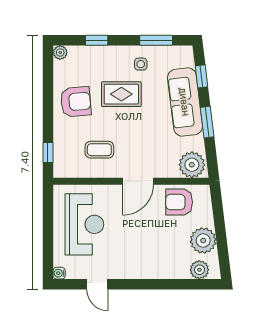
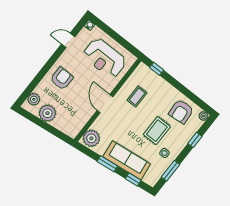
armchair: (76, 102) -> (181, 112), moved
armchair: (179, 202) -> (62, 78), moved

